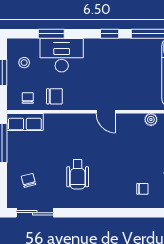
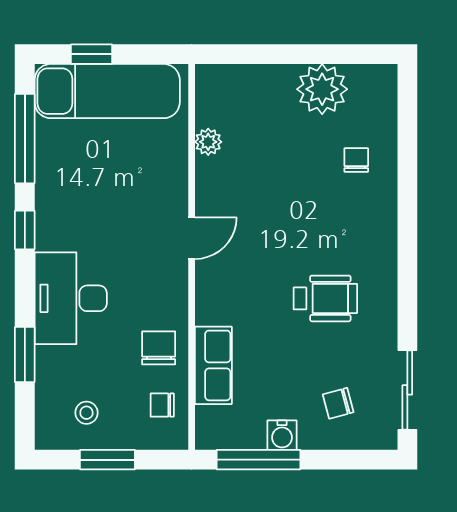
desk: (62, 55) -> (71, 298), moved
row of seats: (25, 122) -> (213, 365), moved
water cooler: (14, 154) -> (282, 435), added

